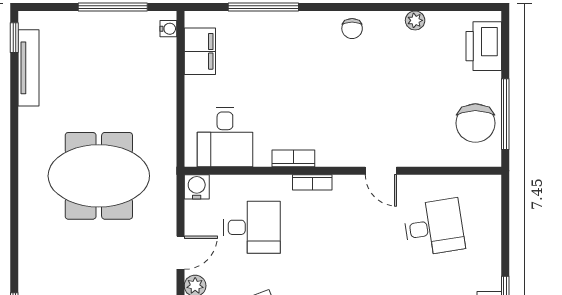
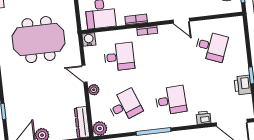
desk: (434, 227) -> (211, 46), turned 30
door: (181, 253) -> (84, 74), swing flipped

